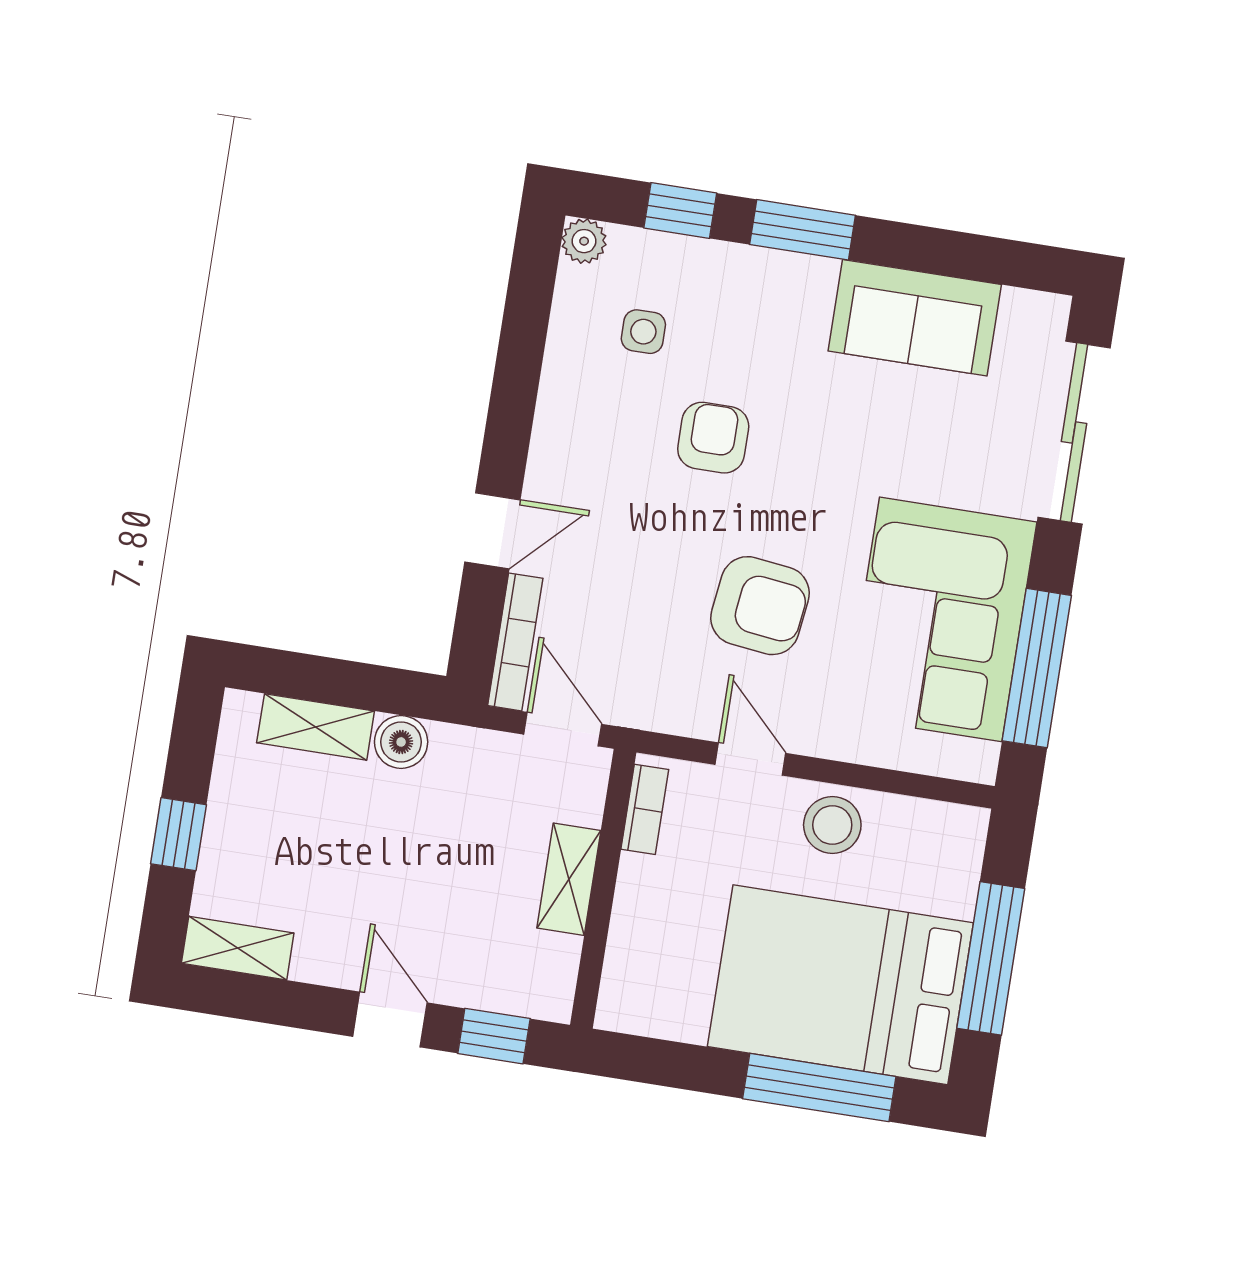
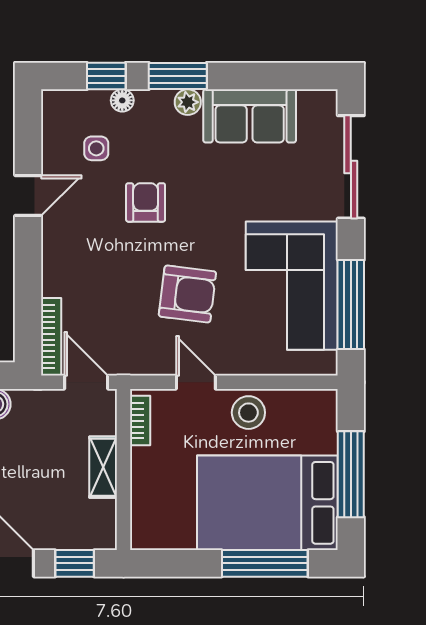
plant: (584, 241) -> (188, 102), moved
floor lamp: (701, 257) -> (122, 100), added
door: (492, 531) -> (28, 196), moved

